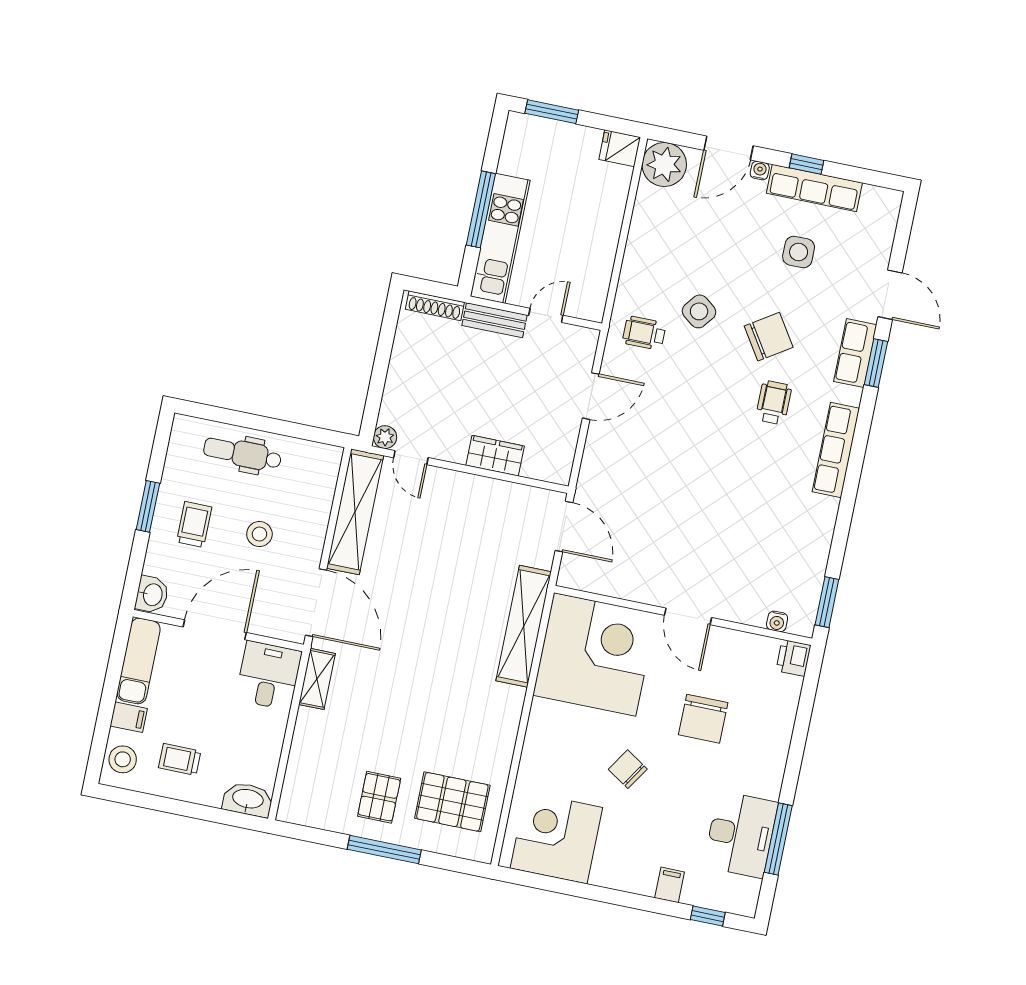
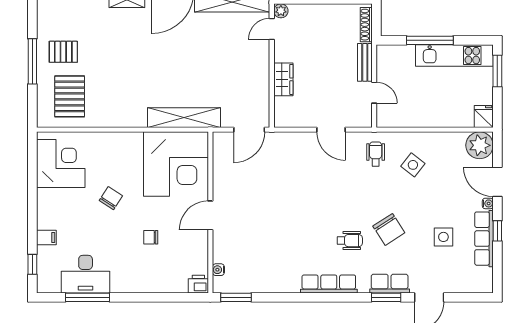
kitchen unit: (500, 238) -> (454, 56), moved
side table: (699, 311) -> (413, 165), moved
chair: (703, 719) -> (151, 237), width x0.54, depth x0.54

